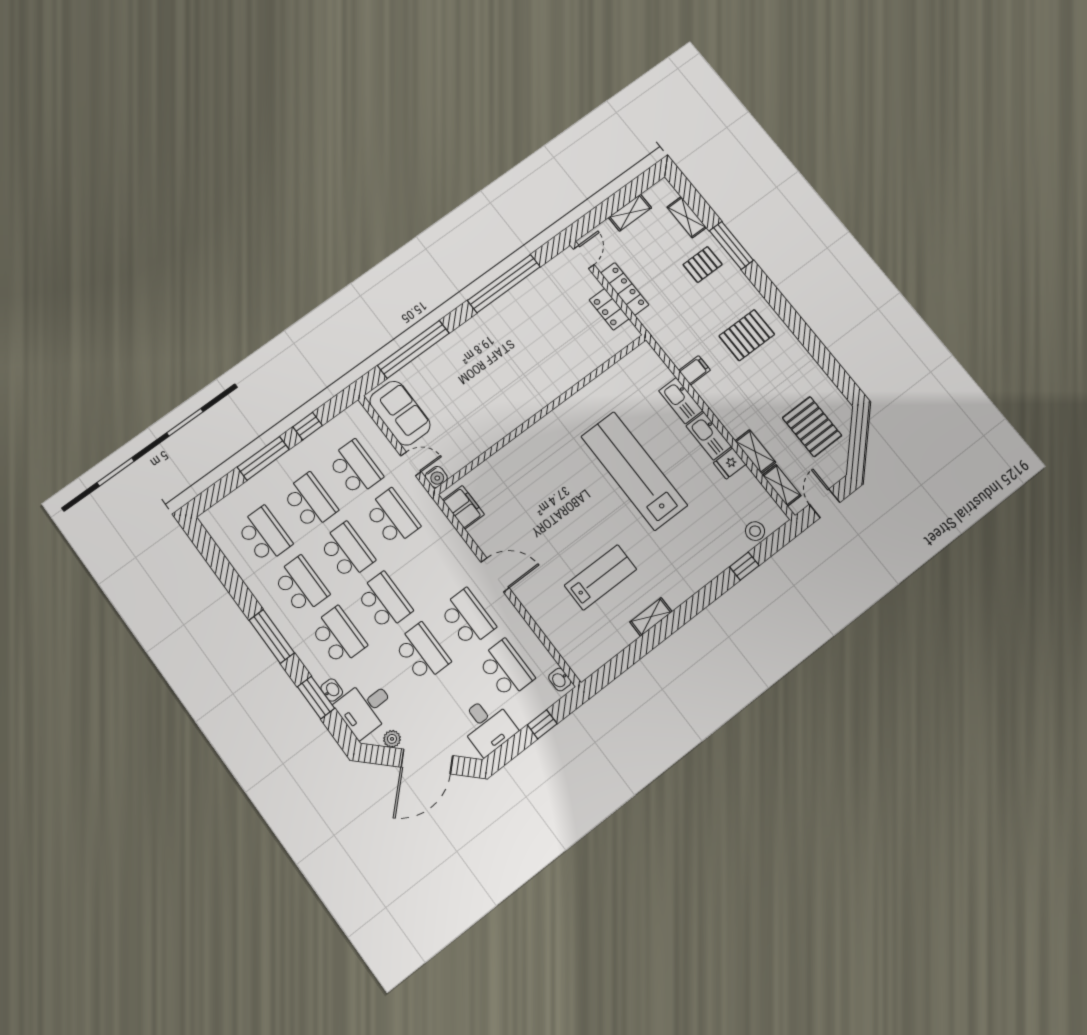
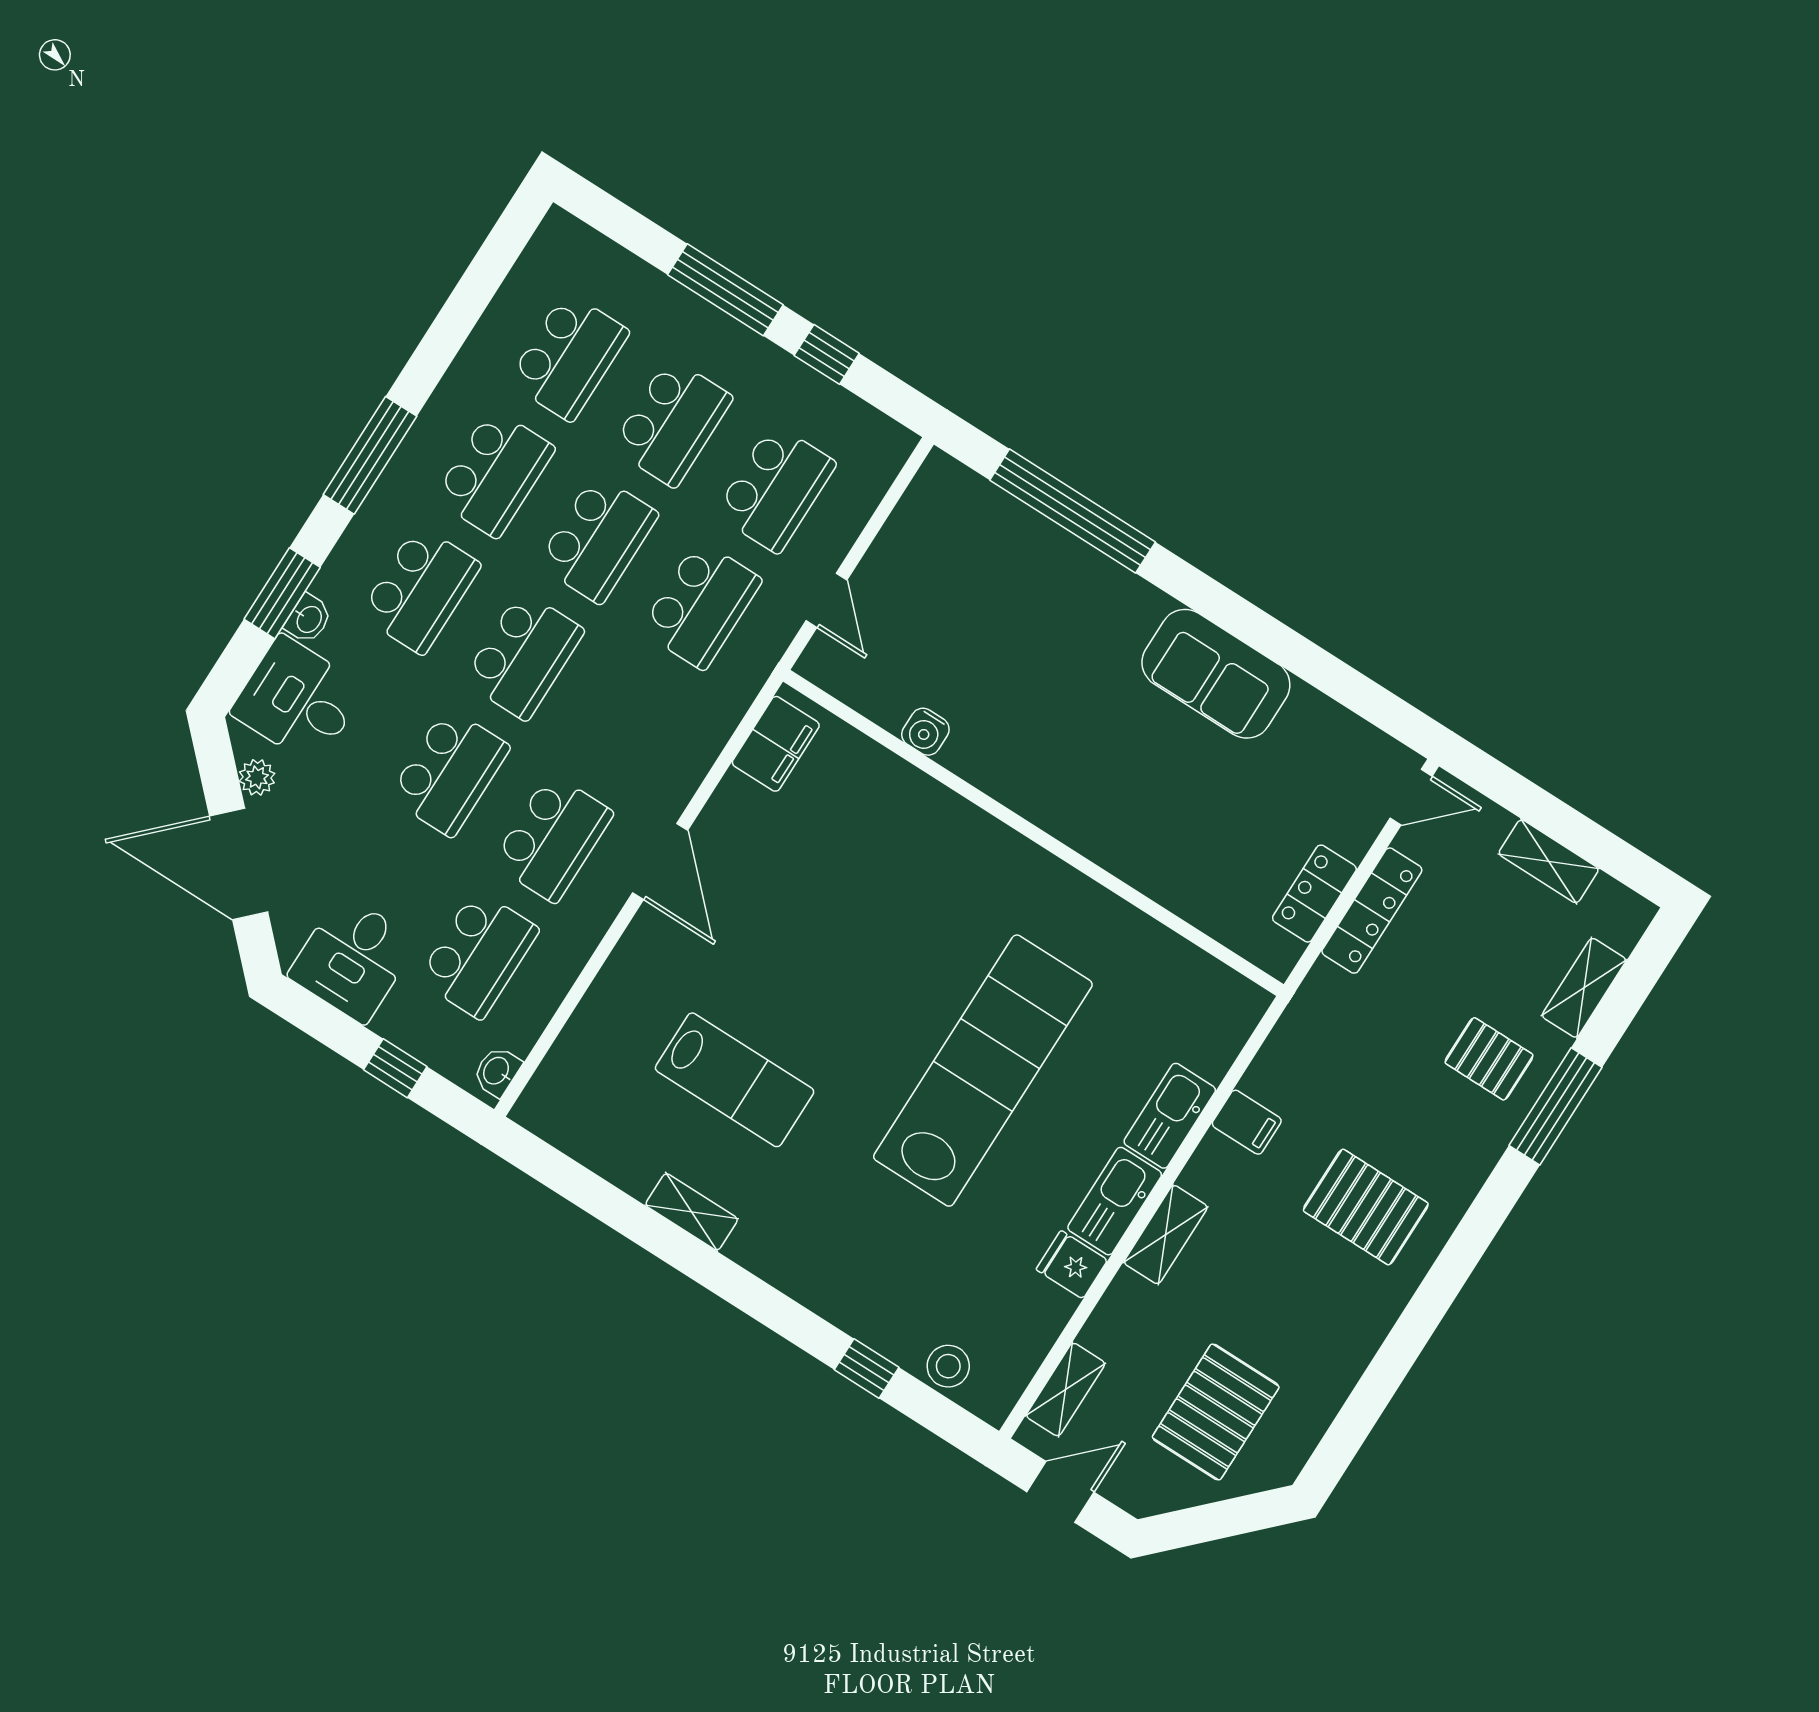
window: (504, 284) -> (1288, 648), removed
sofa: (400, 413) -> (1216, 674), moved, turned 90
shelving: (755, 452) -> (1166, 1235), moved
water cooler: (436, 477) -> (925, 732), moved

